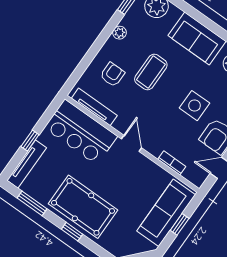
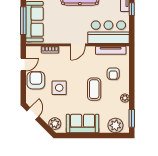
door: (131, 143) -> (78, 45), hinge flipped
window: (180, 224) -> (23, 21), width x2.17

